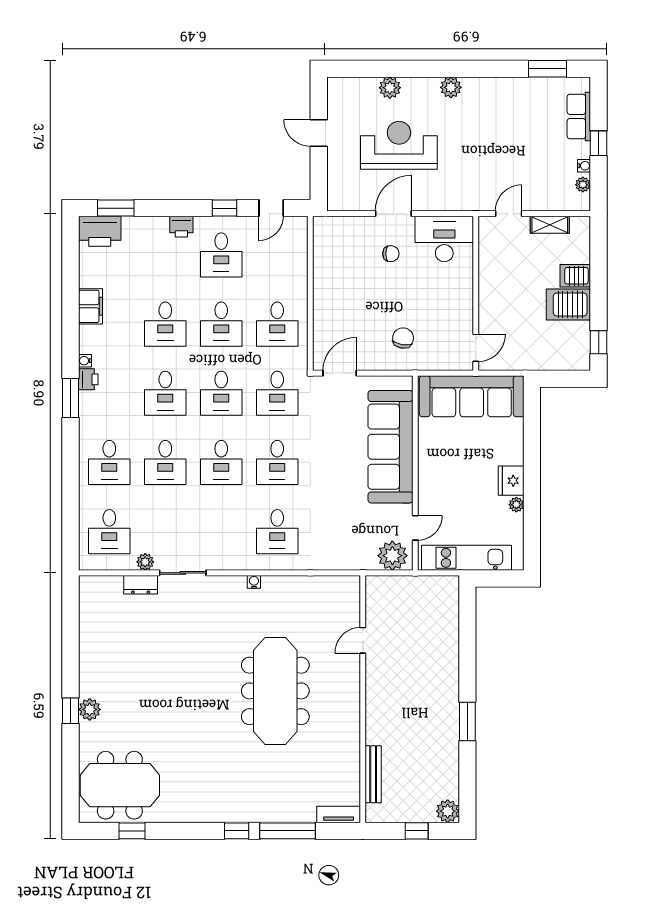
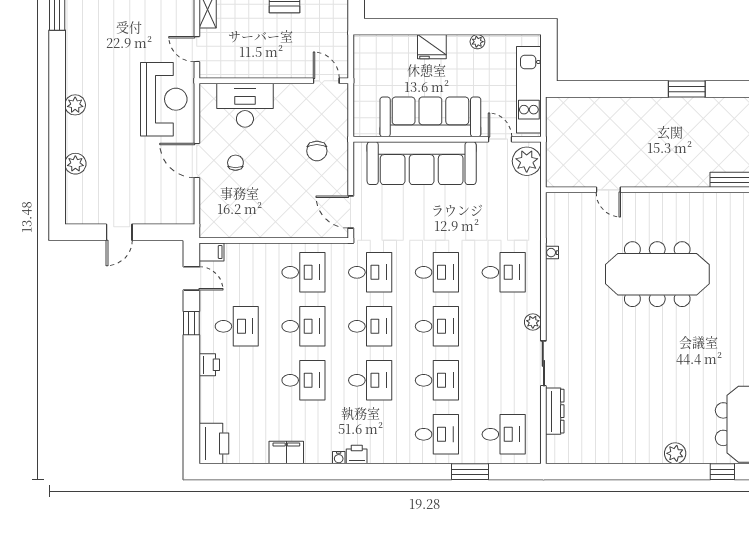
reception desk: (399, 145) -> (164, 99), moved, turned 180
window: (116, 208) -> (191, 428), removed
filing cabinet: (298, 229) -> (212, 252), added
desk: (444, 239) -> (245, 105), moved, turned 90
chair: (403, 338) -> (317, 151), turned -100
sofa: (472, 396) -> (430, 117), moved, turned -90
window: (71, 398) -> (470, 472), moved
fridge: (511, 481) -> (432, 47), moved
plant: (145, 562) -> (533, 322), moved
water cooler: (254, 582) -> (552, 253), moved
dresser: (141, 585) -> (555, 411), width x1.44
window: (71, 711) -> (722, 472), moved

